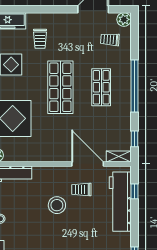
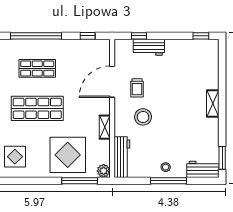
shelving: (119, 156) -> (105, 127), moved
workbench: (120, 202) -> (149, 47), width x0.53, depth x0.76
stool: (57, 205) -> (143, 117), moved

